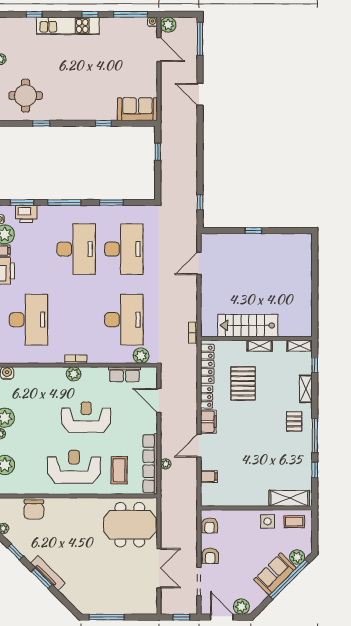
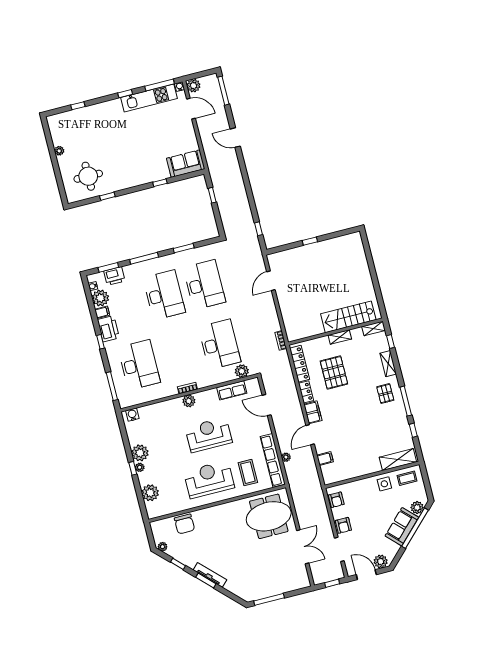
kitchen unit: (68, 26) -> (149, 98), moved
stairs: (248, 326) -> (348, 317), moved

